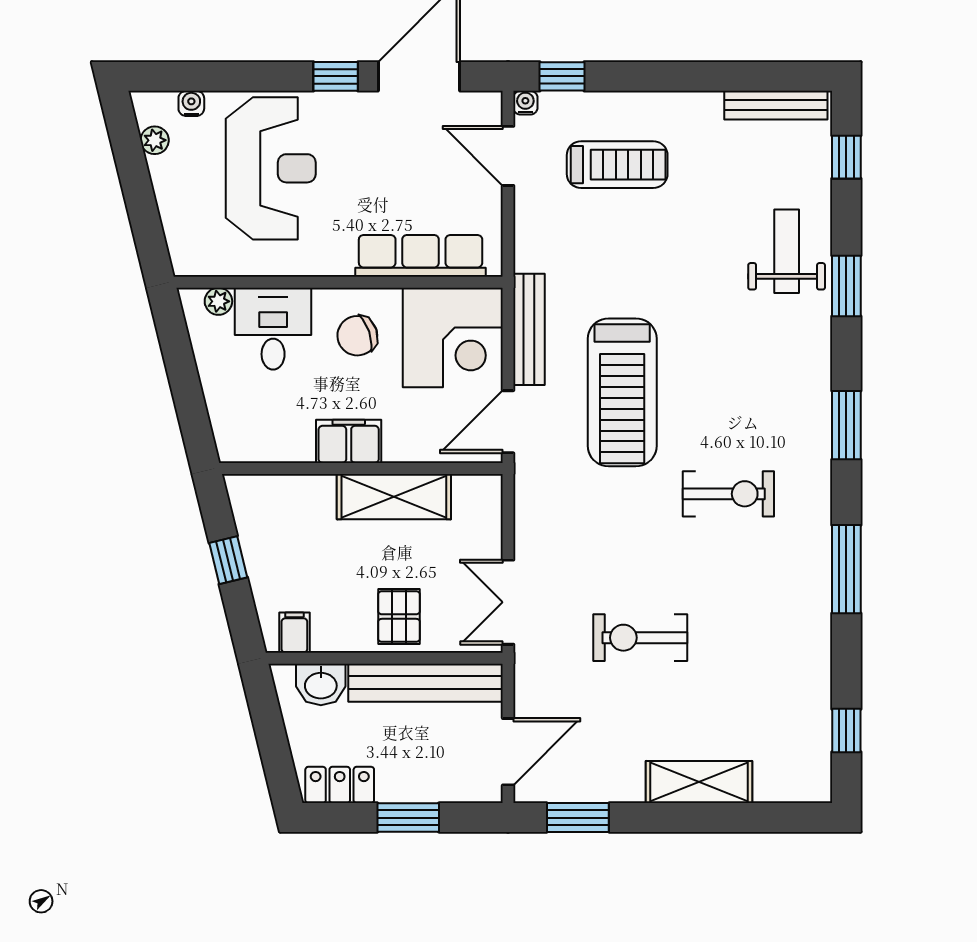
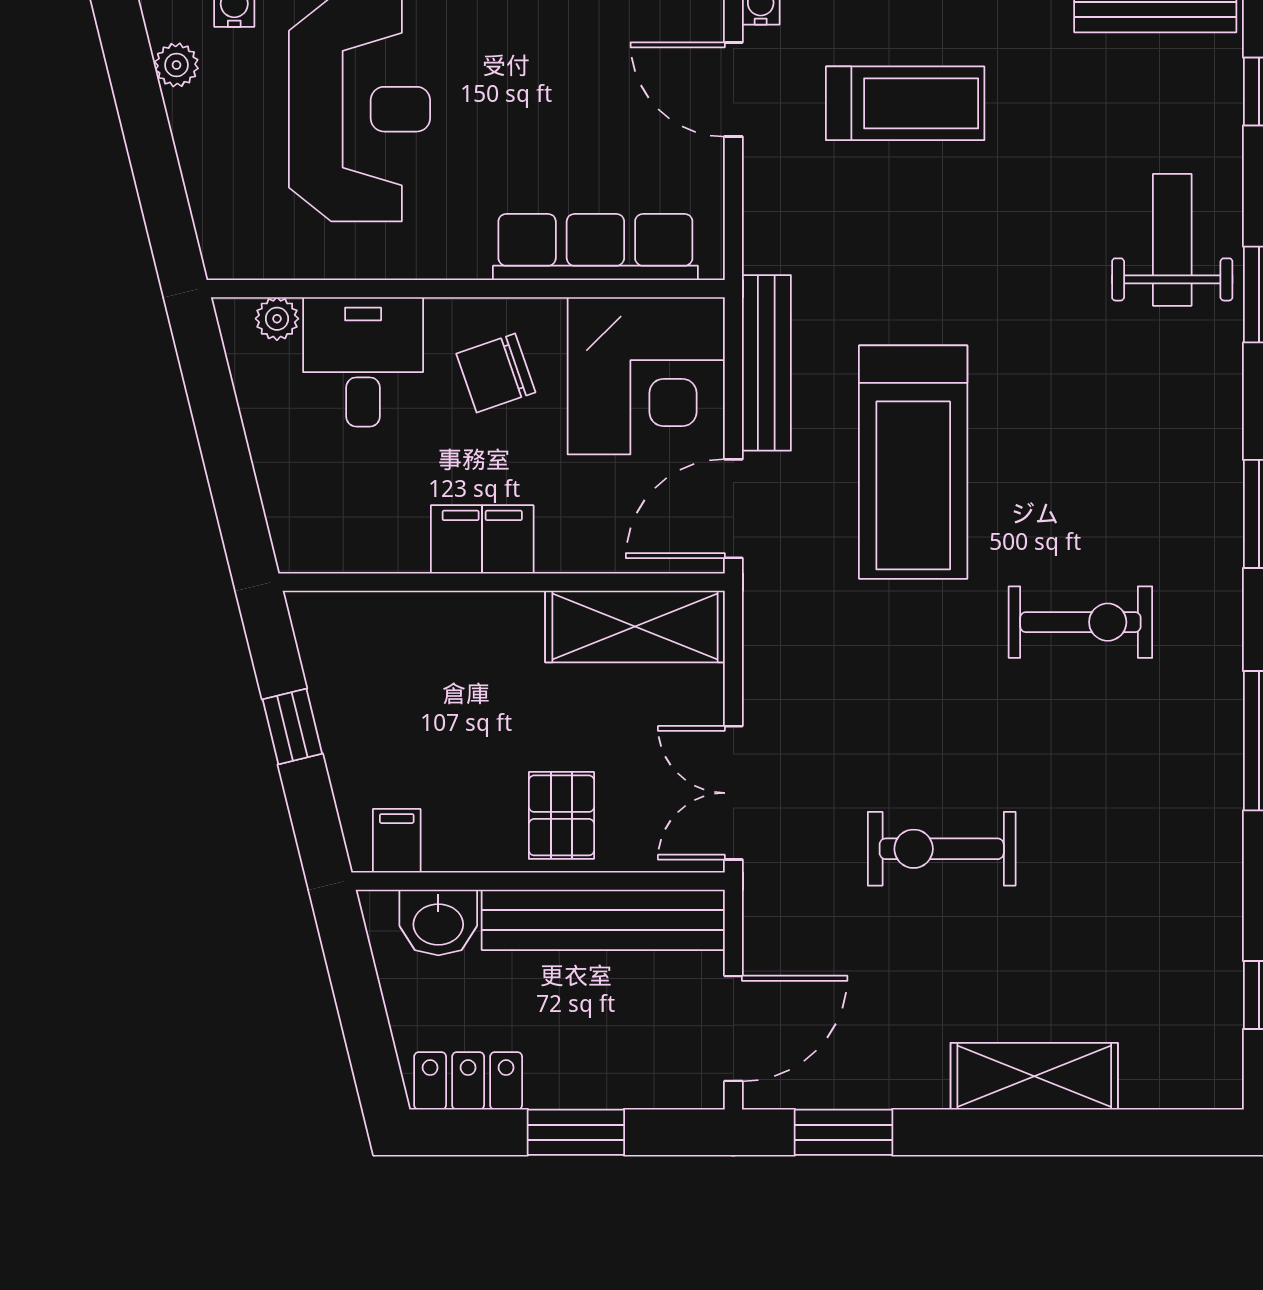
shelving: (394, 497) -> (635, 626), moved

